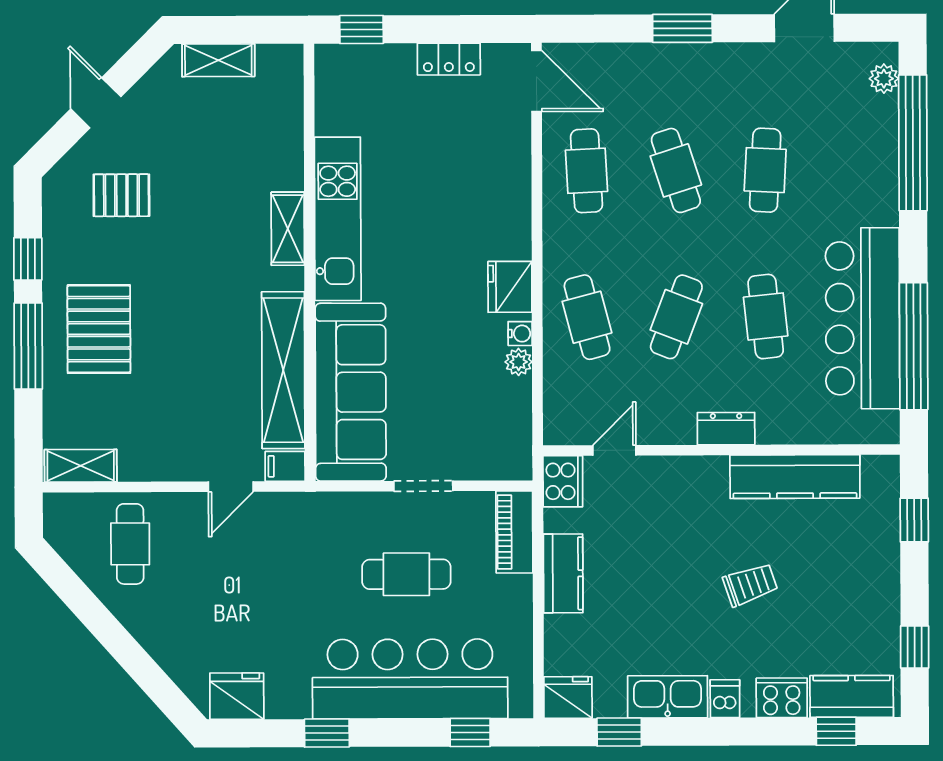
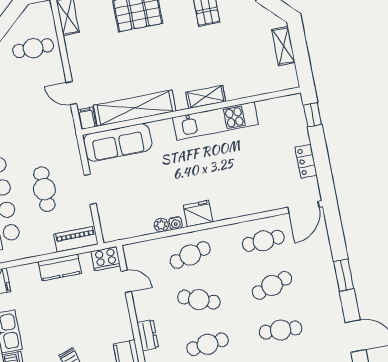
sofa: (351, 392) -> (118, 142), width x0.74, depth x0.79

